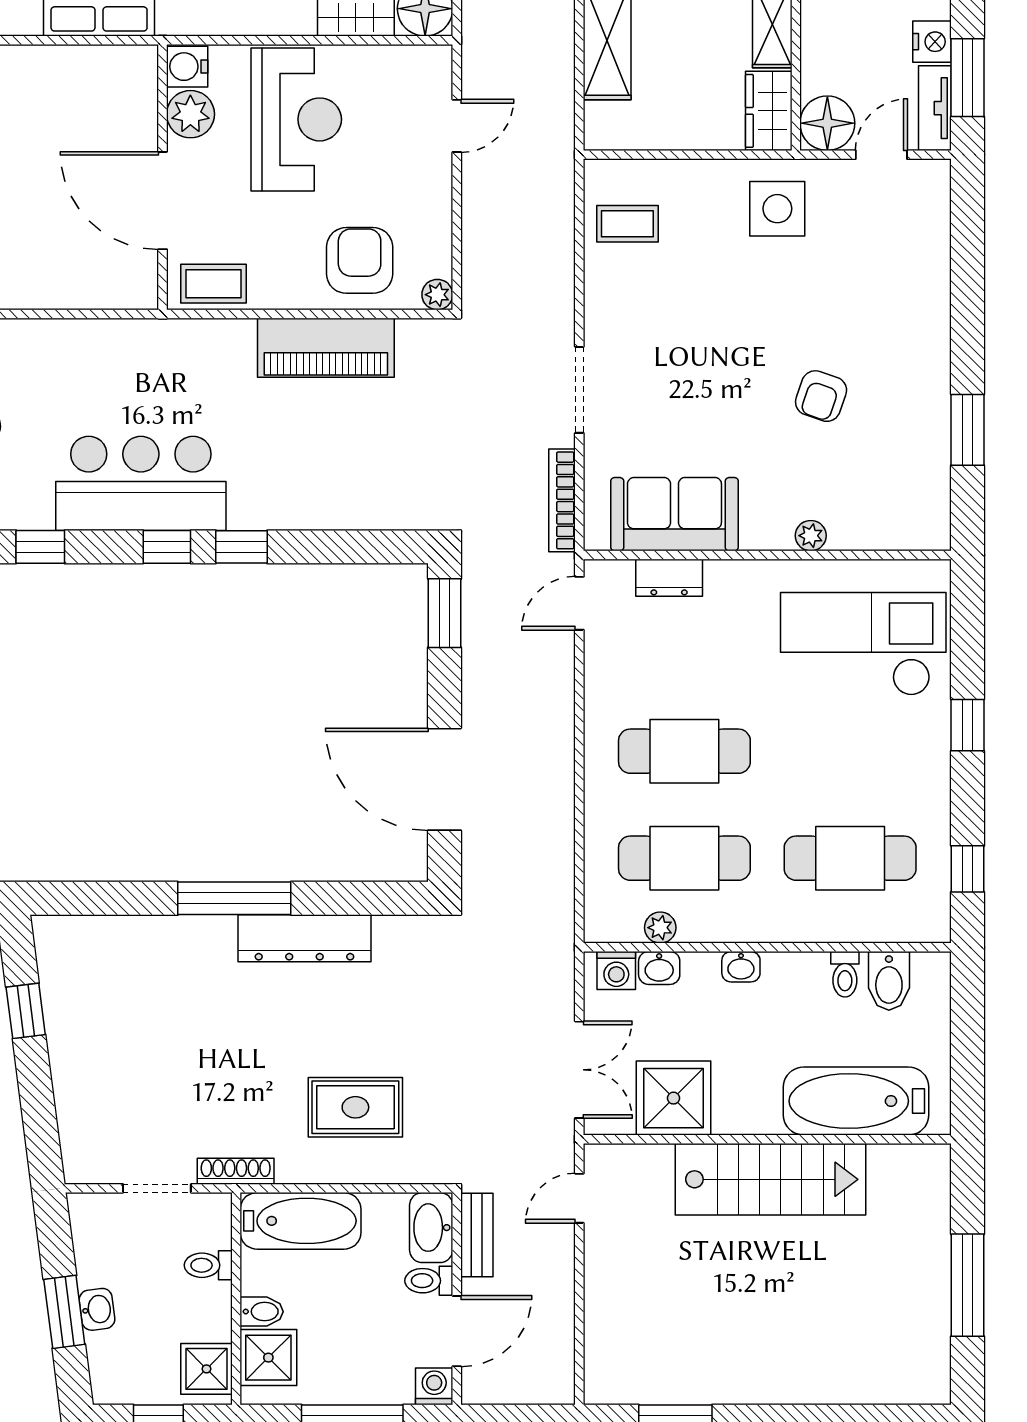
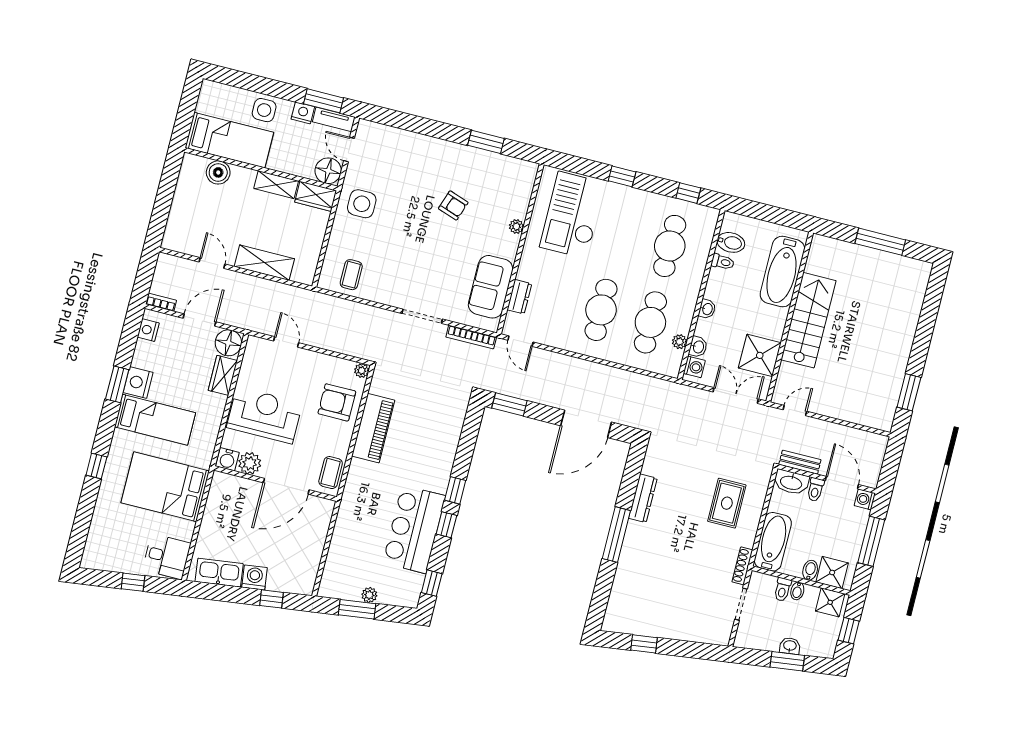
dresser: (304, 938) -> (643, 498), width x0.73, depth x0.80
door: (579, 1198) -> (795, 411), swing flipped
bidet: (213, 1296) -> (797, 591), added

